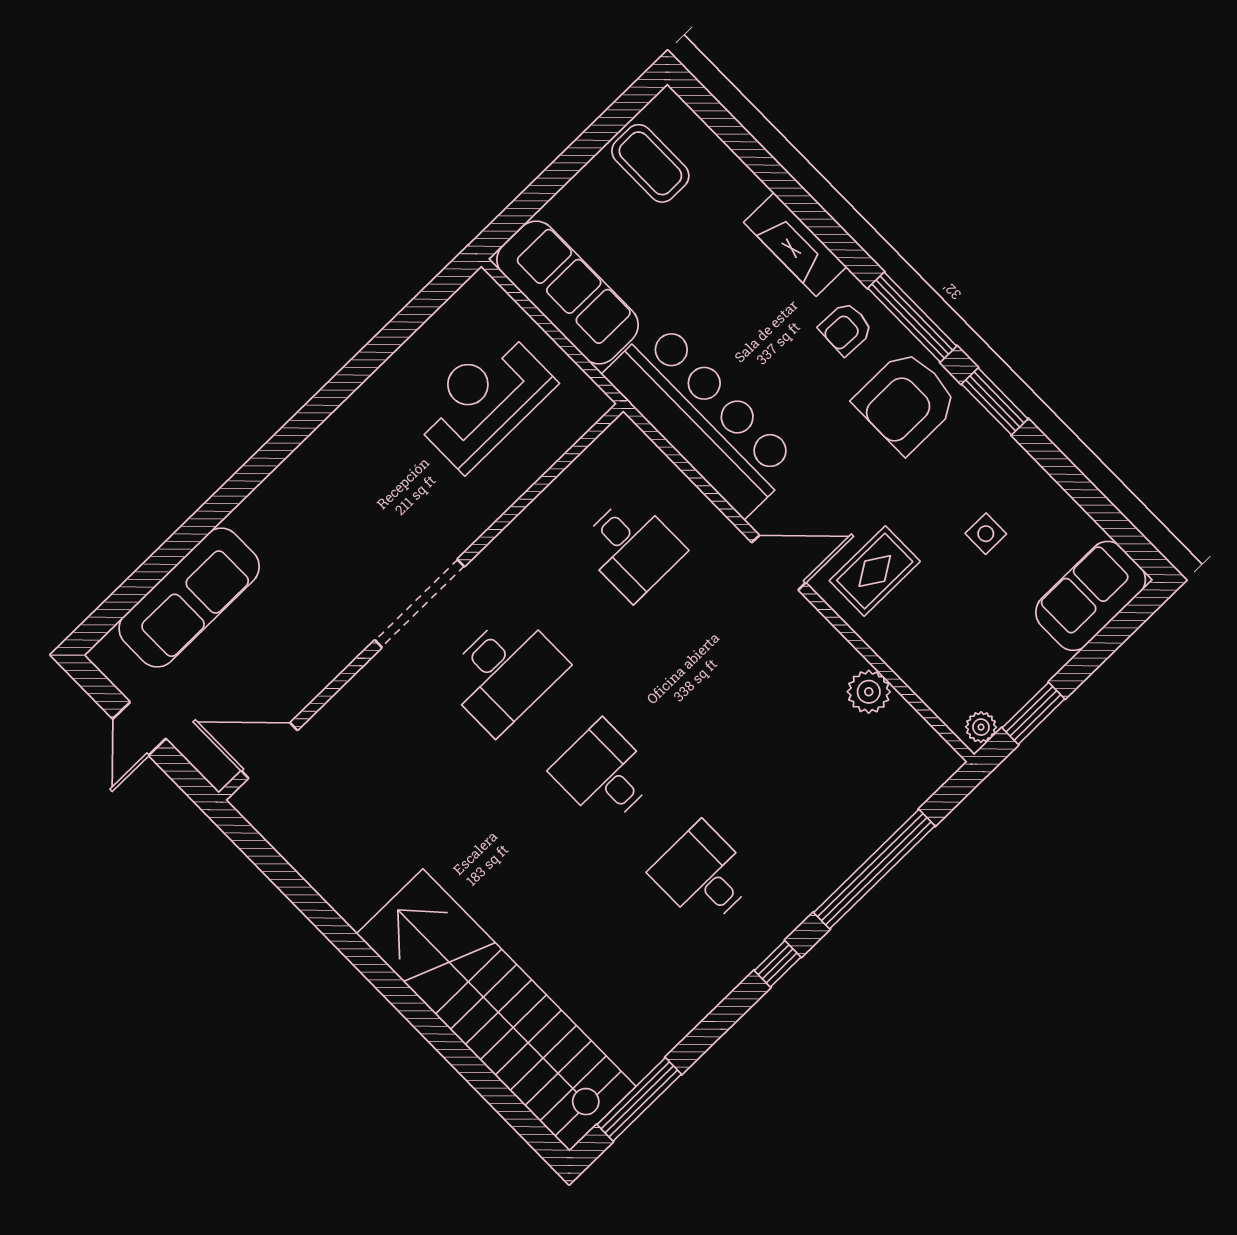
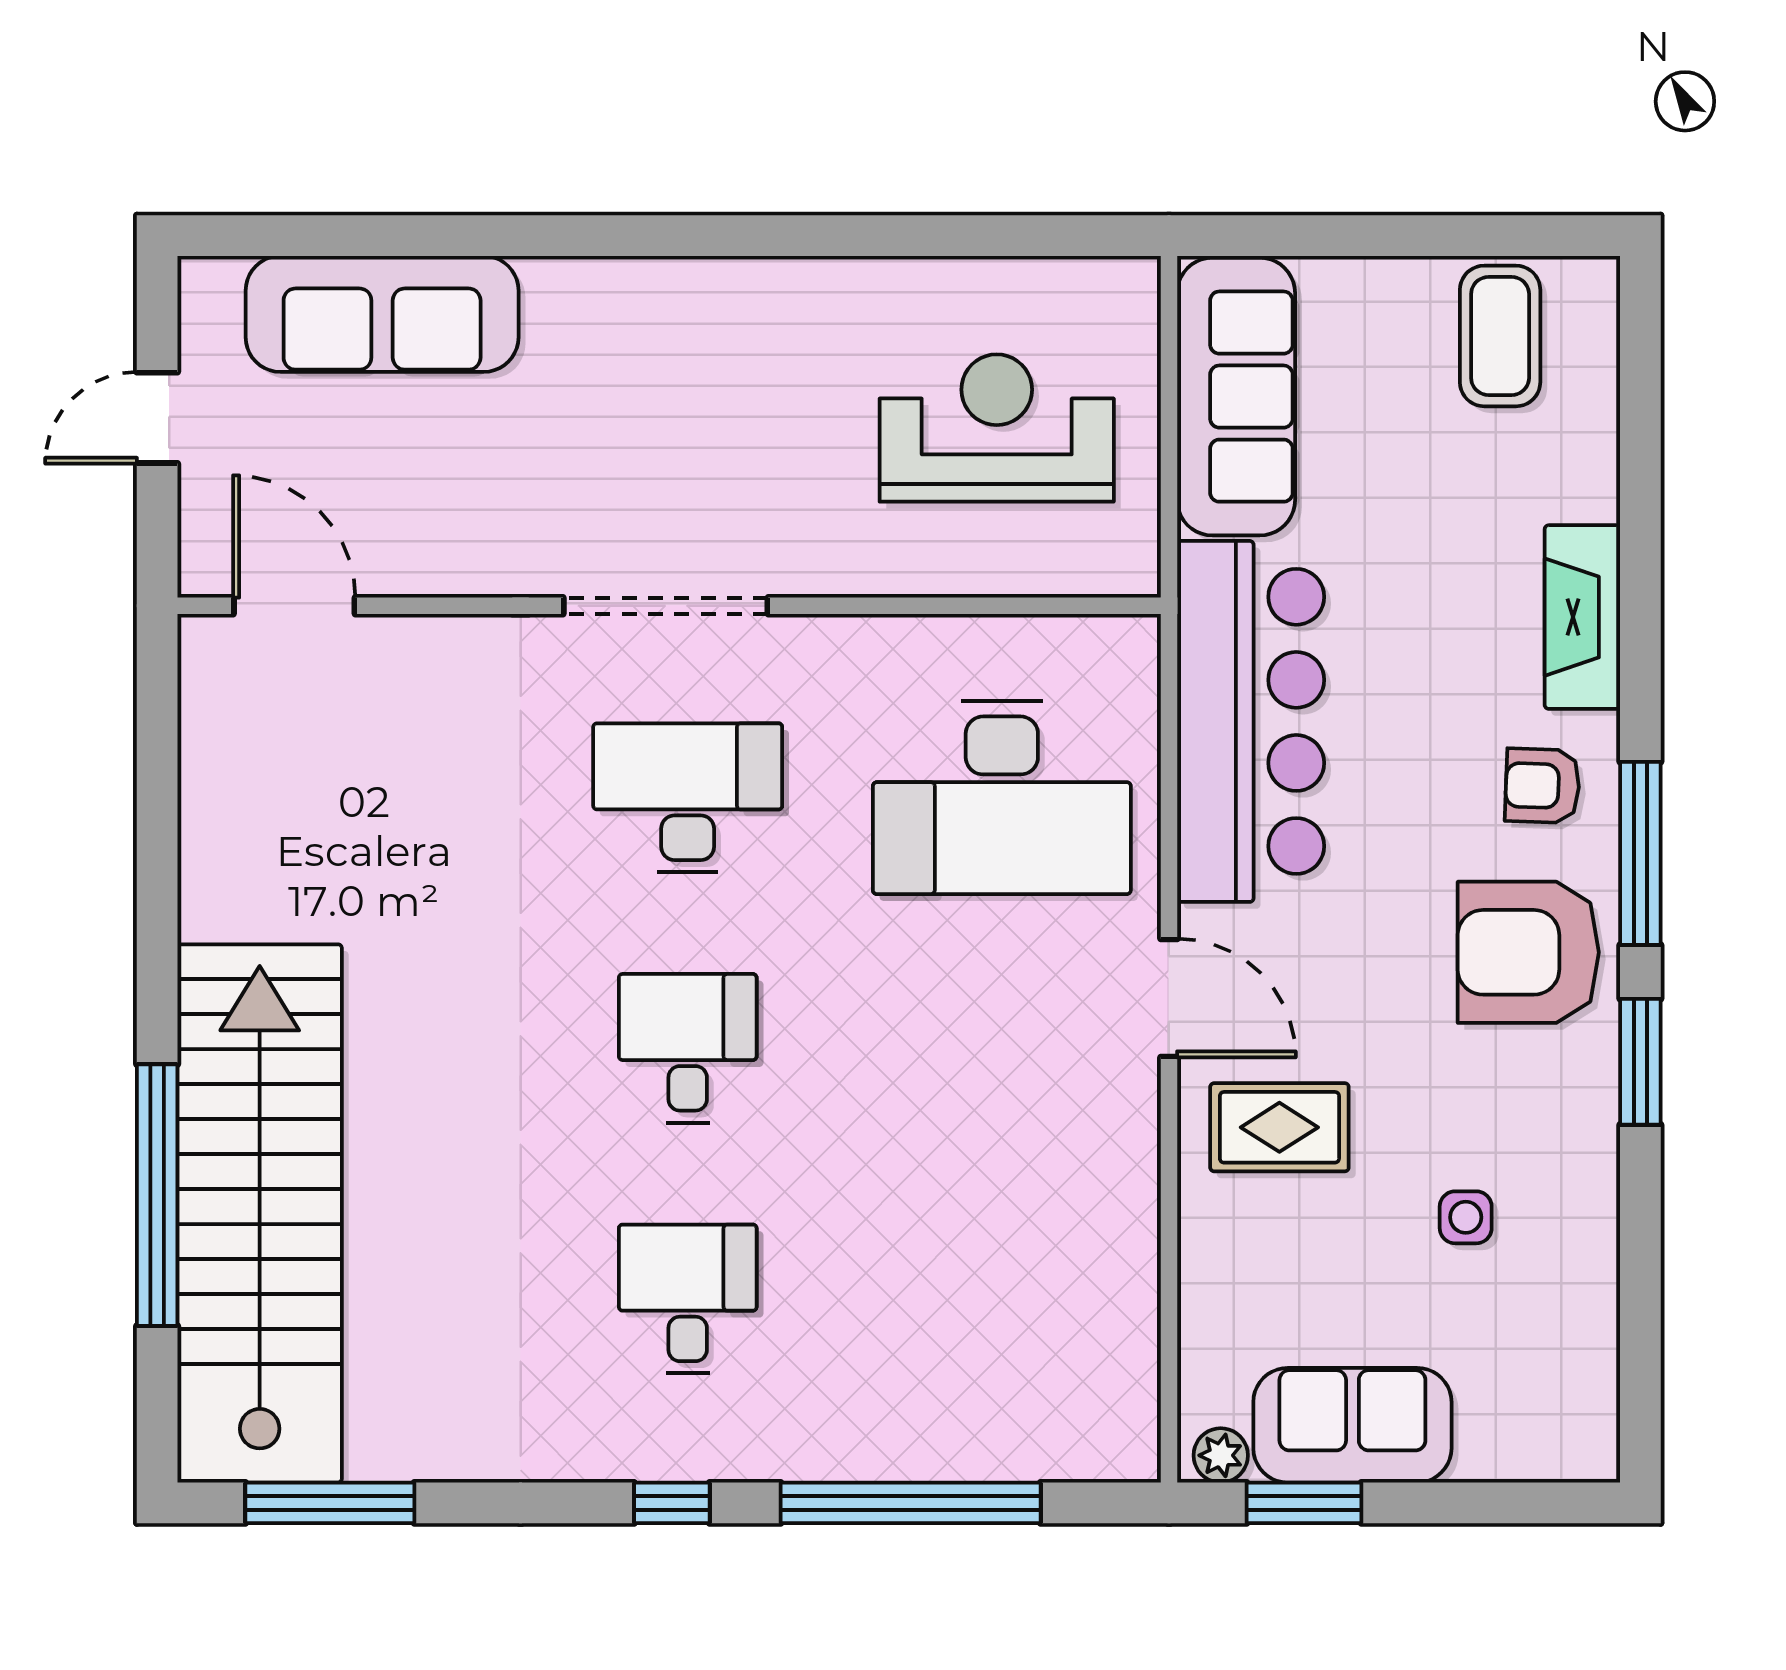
desk: (632, 548) -> (1002, 798), width x1.87, depth x1.30
sofa: (1091, 596) -> (1352, 1425), moved
desk: (505, 672) -> (688, 798), turned 180
plant: (869, 692) -> (1123, 1272), removed
window: (447, 1043) -> (157, 1195), added

